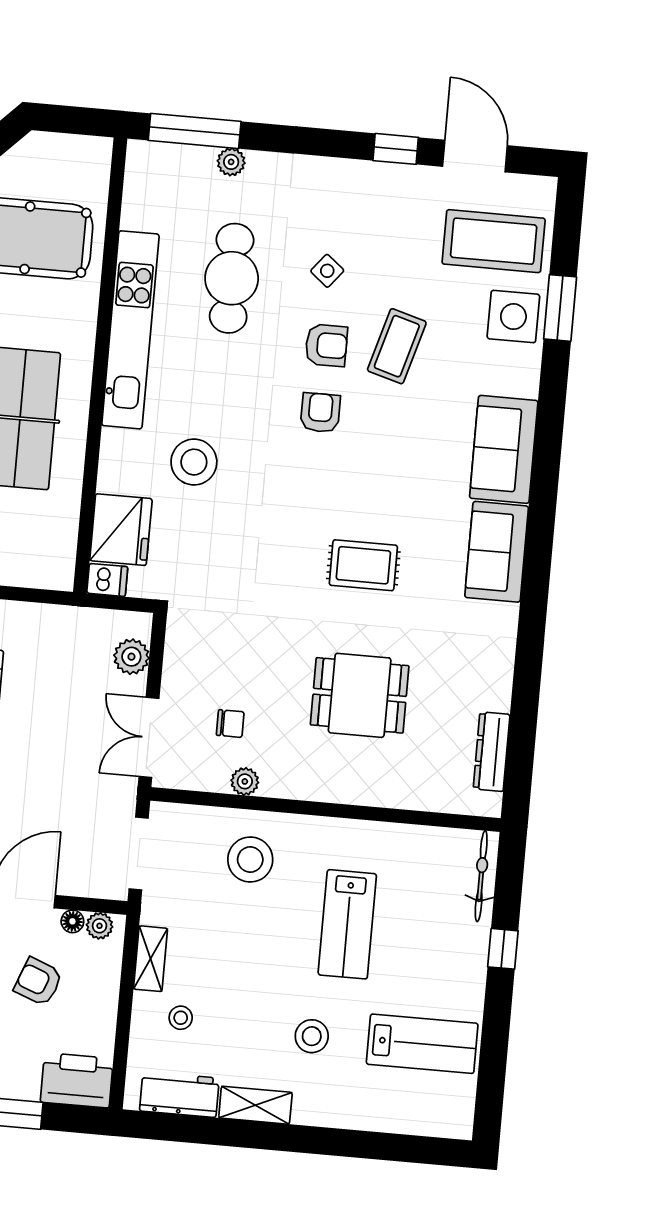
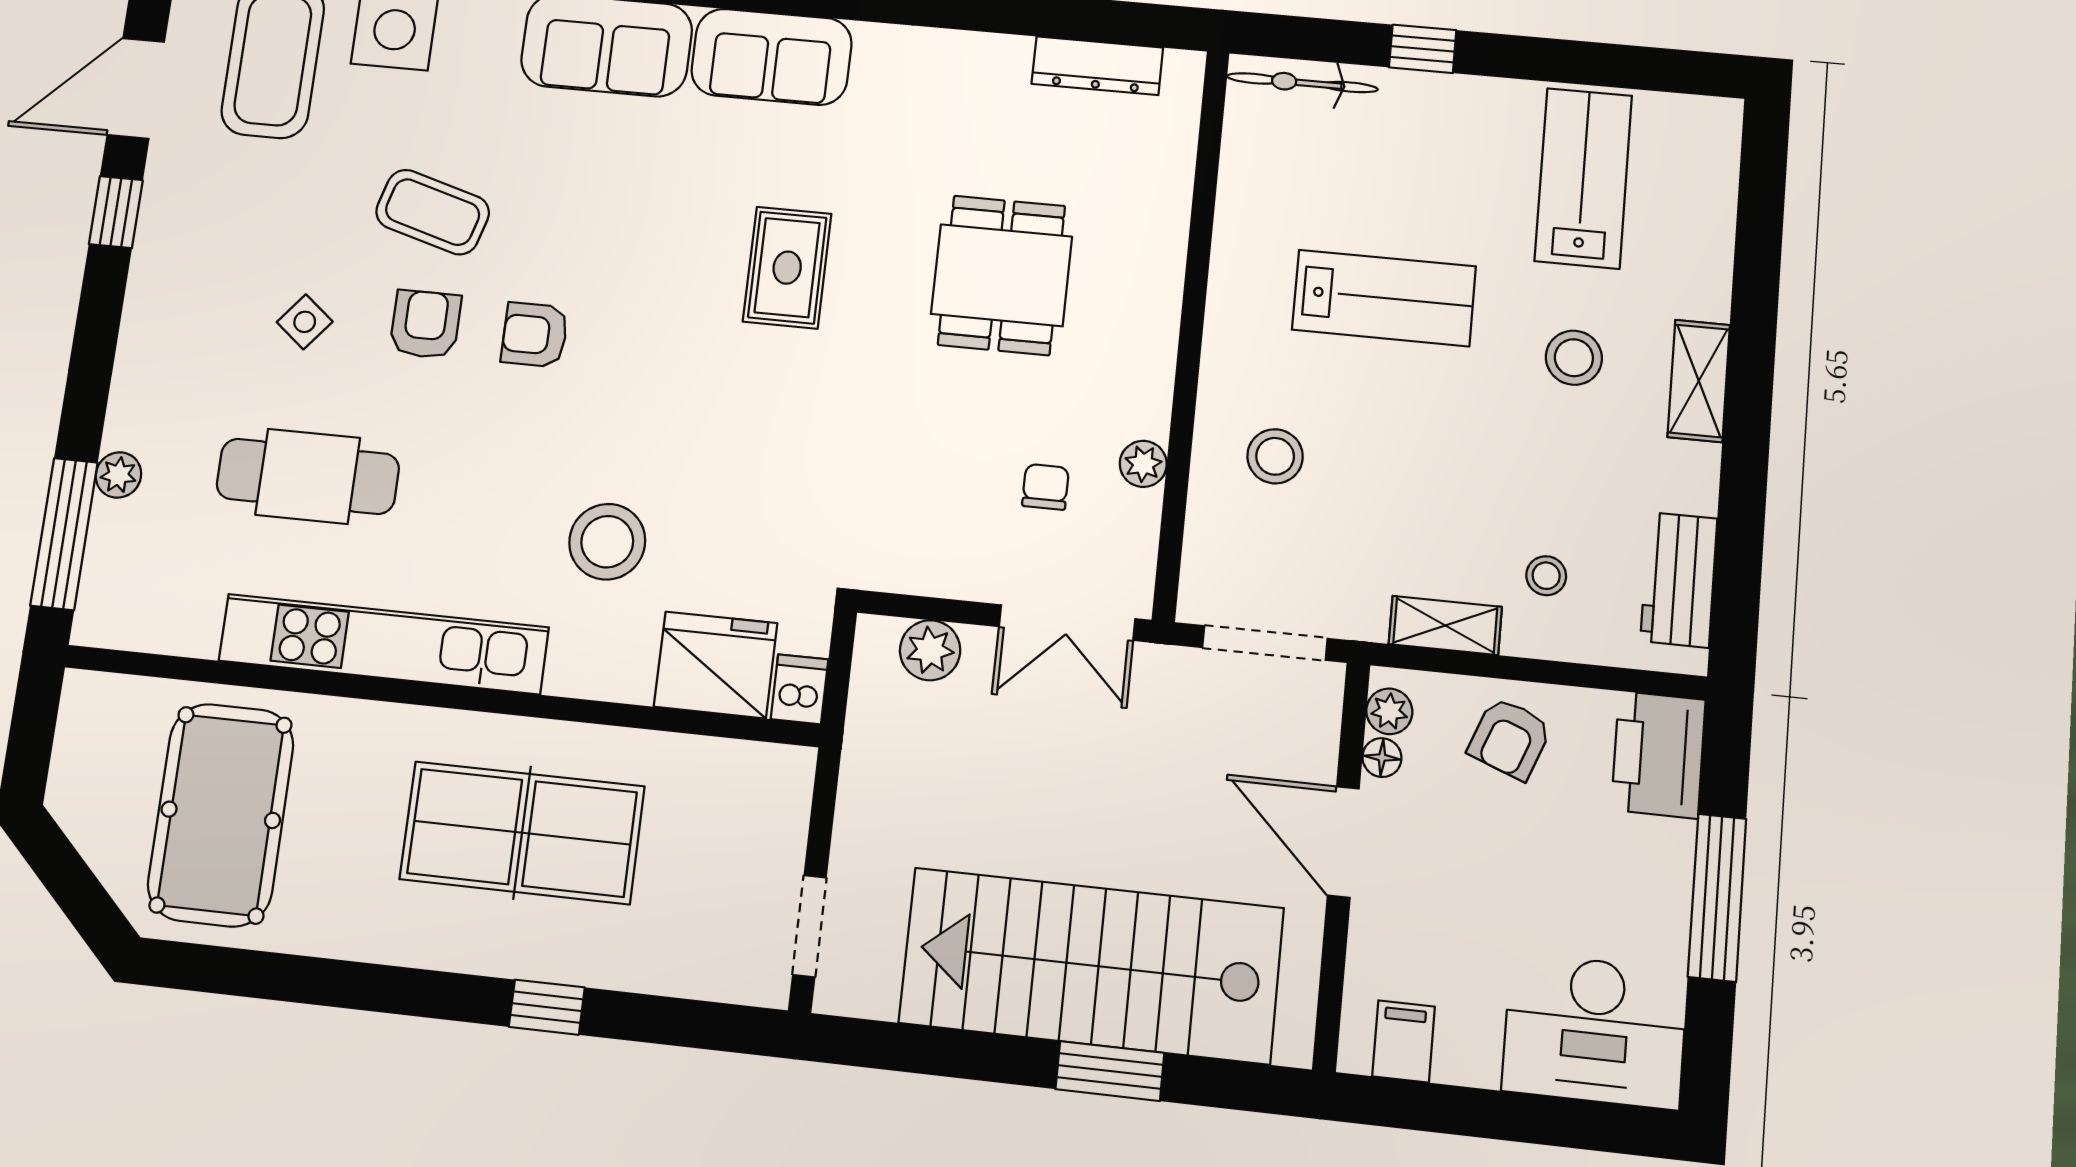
stool: (250, 860) -> (1275, 456), width x0.73, depth x0.73
armchair: (38, 982) -> (1510, 738), moved
shelving: (255, 1105) -> (1699, 381), moved

